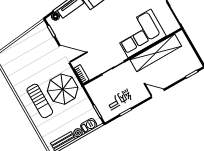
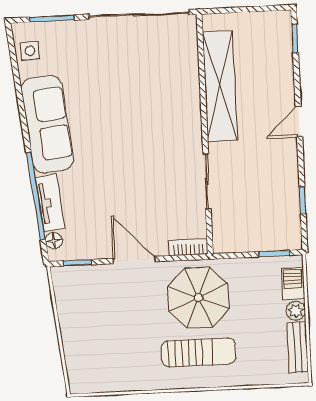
corner sofa: (140, 33) -> (167, 98), removed
door: (65, 54) -> (134, 260), hinge flipped

